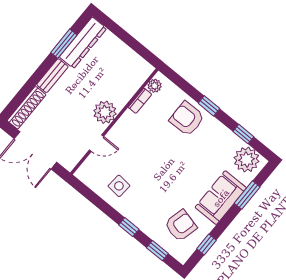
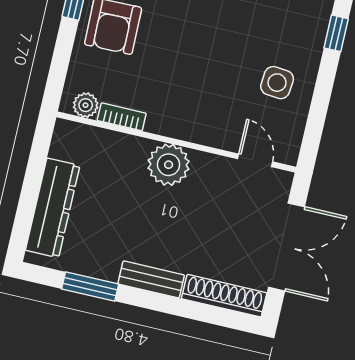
dresser: (83, 43) -> (53, 208), moved, turned 90
door: (97, 143) -> (255, 160), moved

